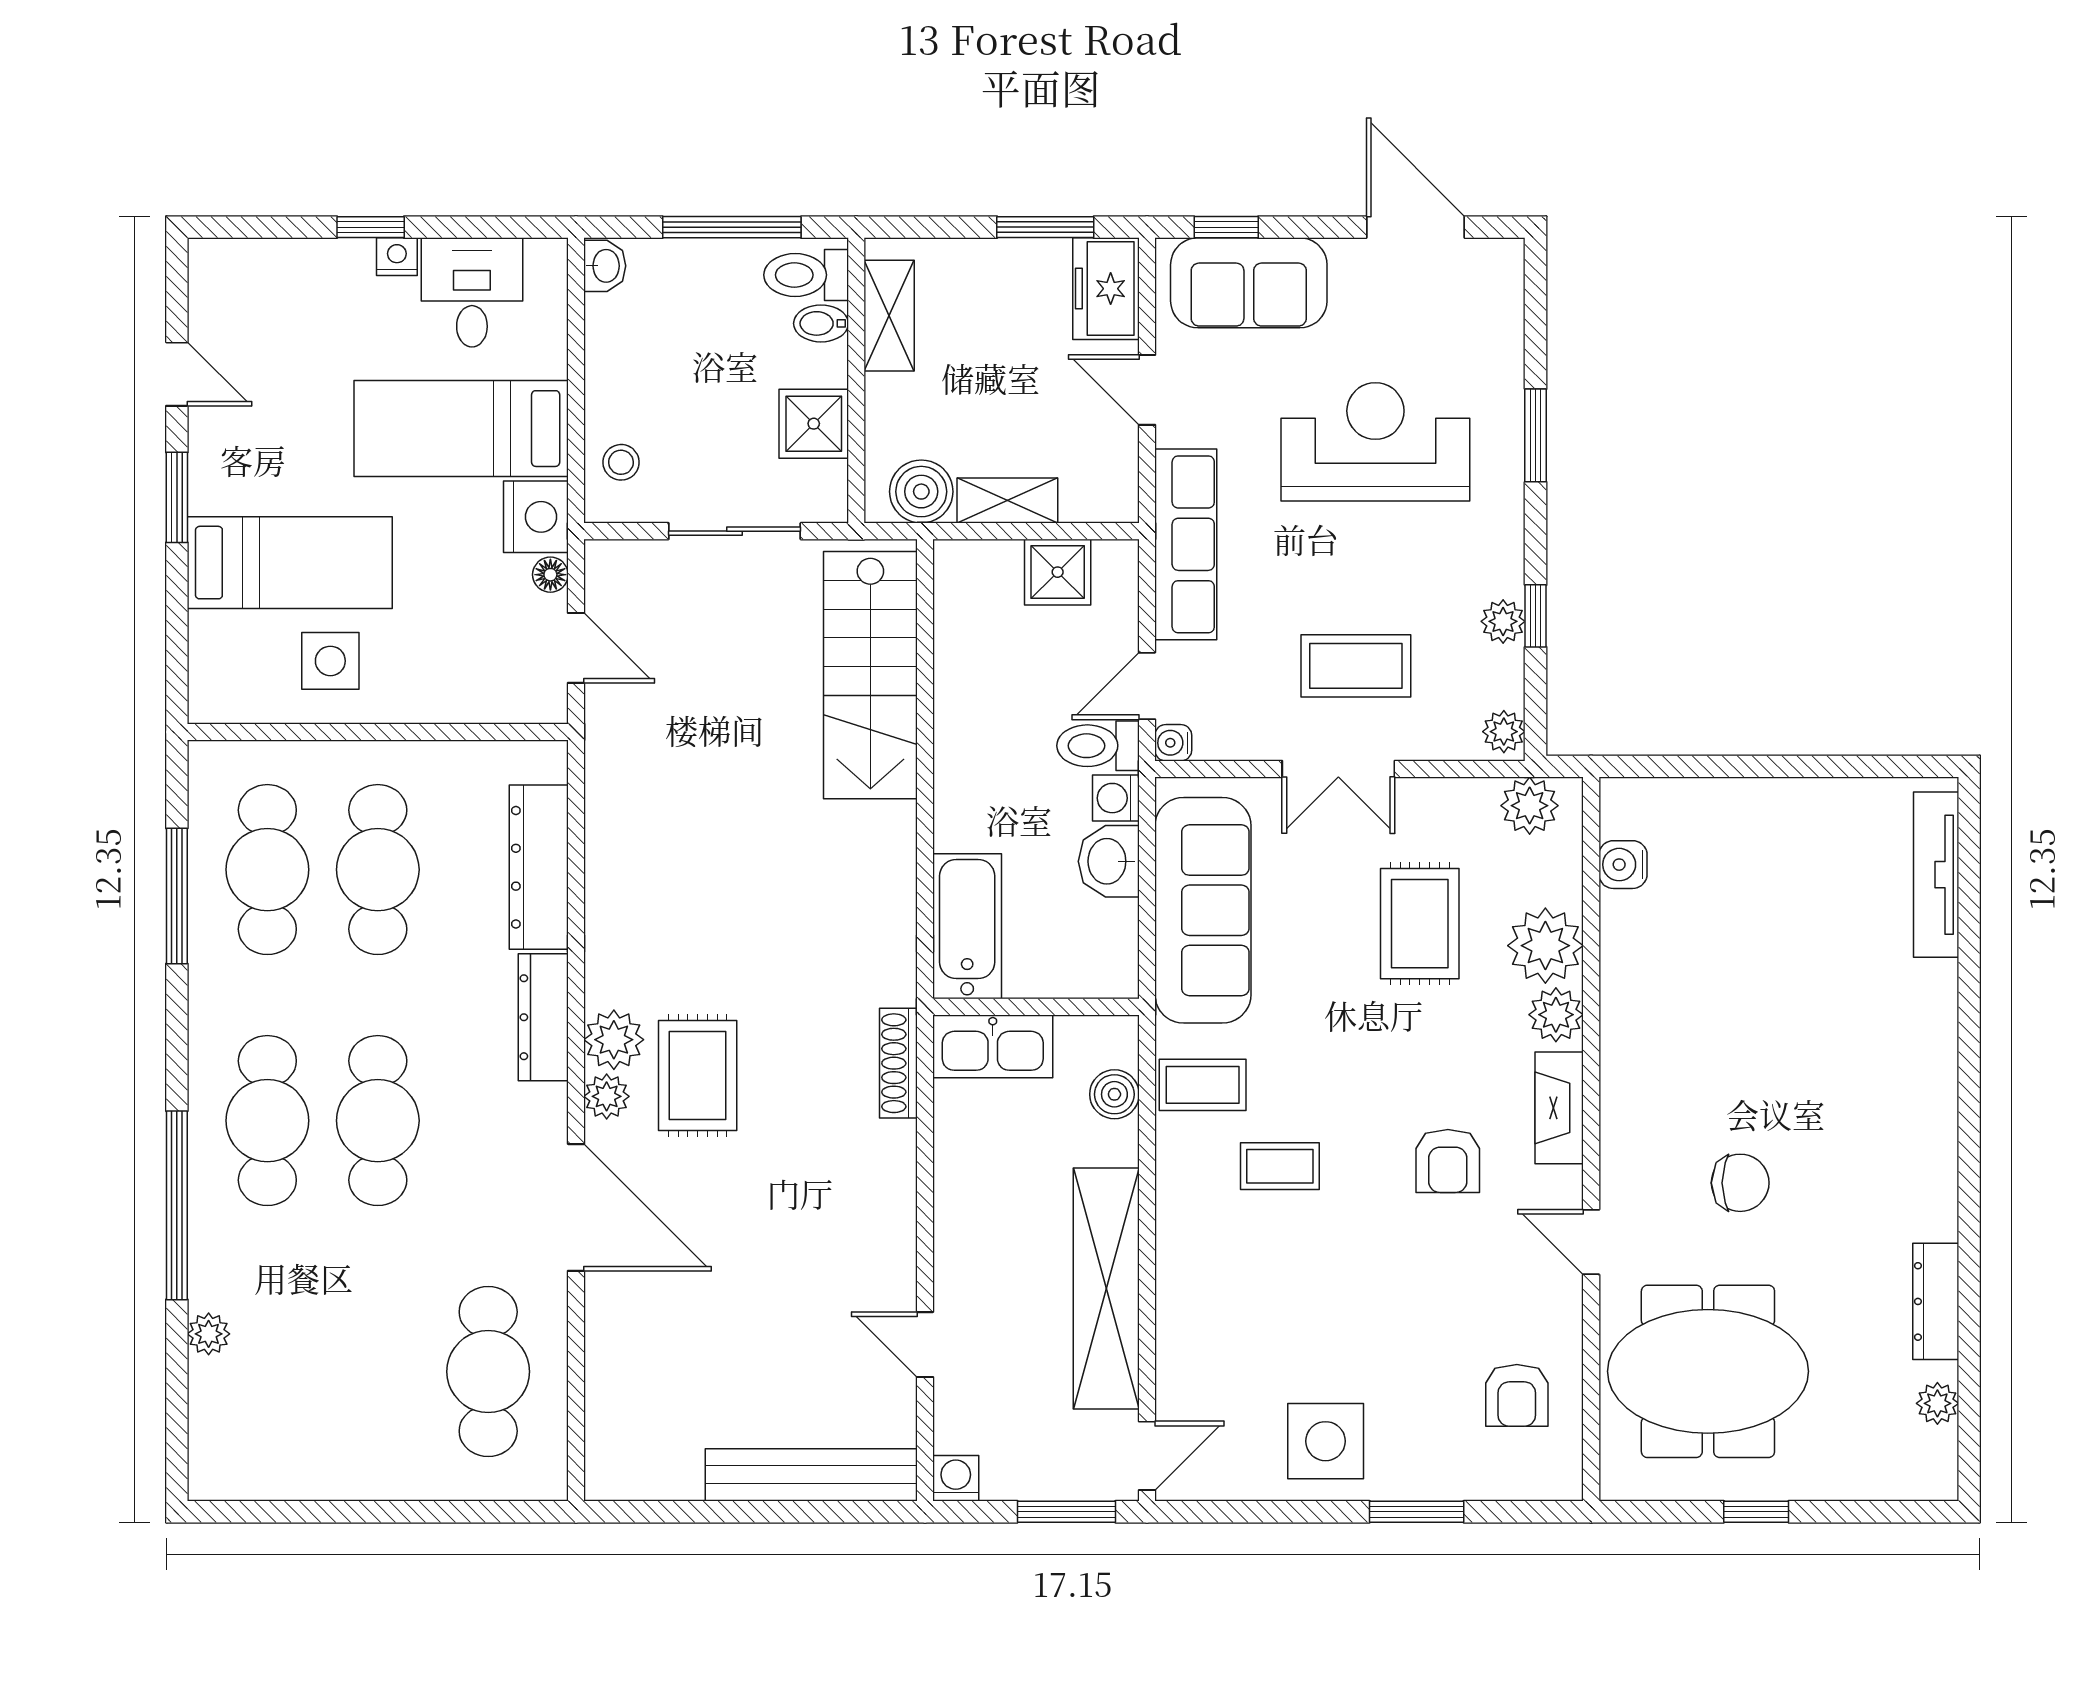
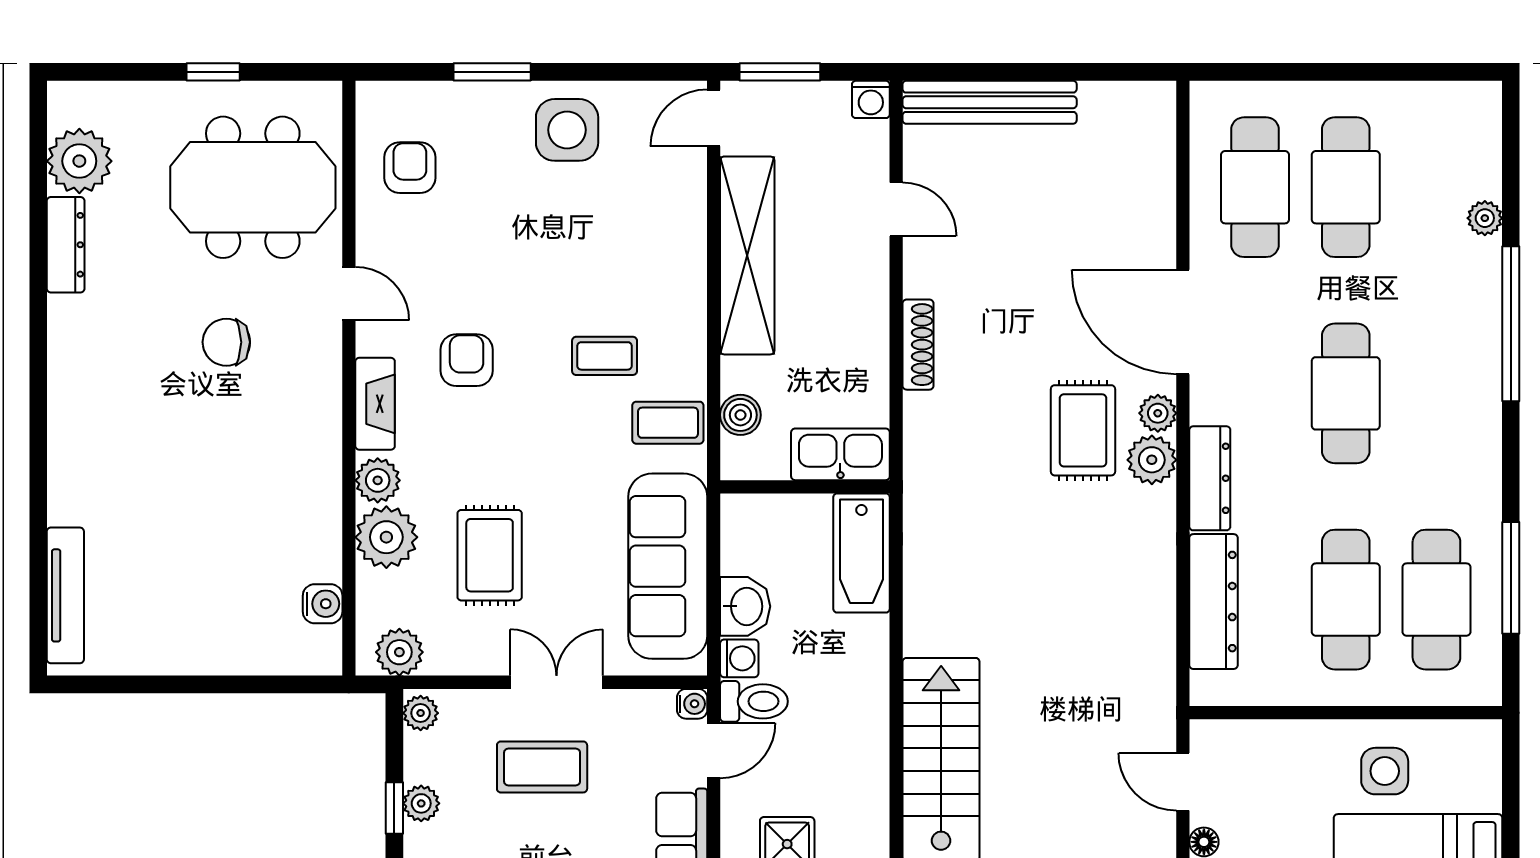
shoe rack: (898, 1063) -> (918, 345), moved
cafe table: (267, 1121) -> (1346, 187), moved
plant: (1937, 1403) -> (79, 161), width x1.88, depth x1.88

